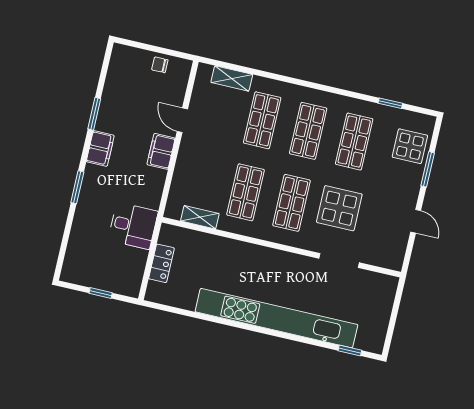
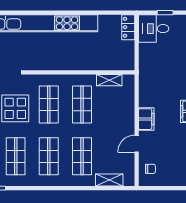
chair: (160, 65) -> (150, 169), moved
door: (182, 120) -> (137, 144), swing flipped
desk: (133, 226) -> (154, 29), moved
locker: (161, 263) -> (128, 27), moved

